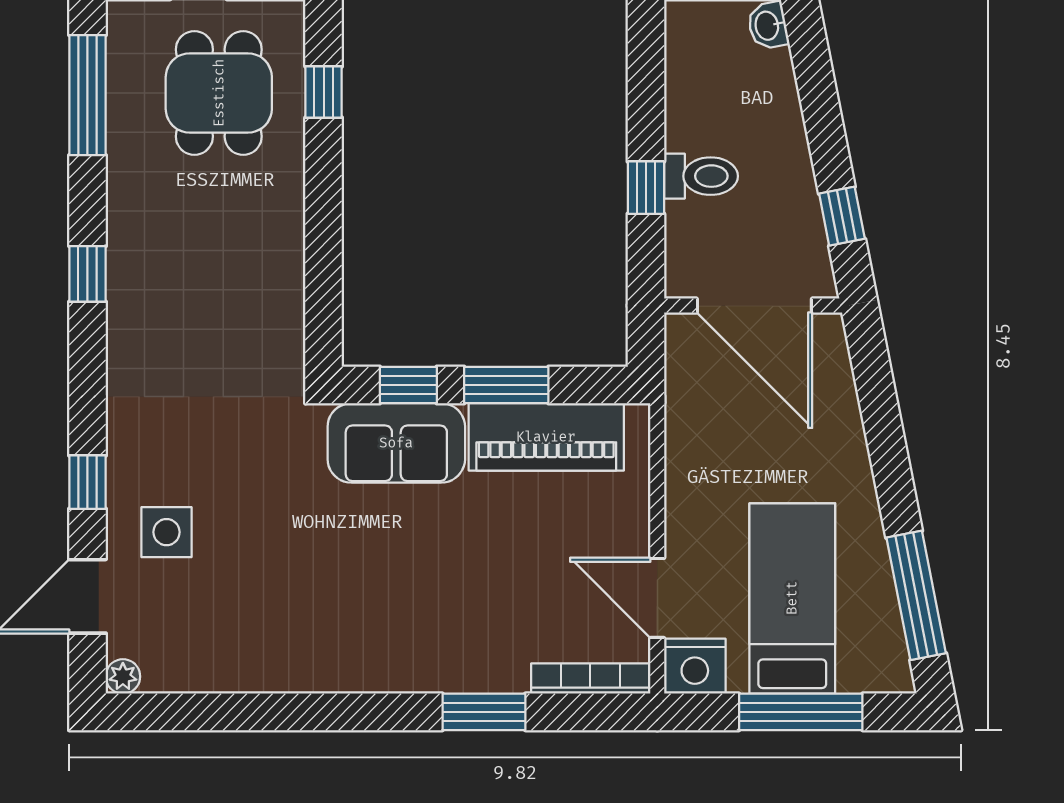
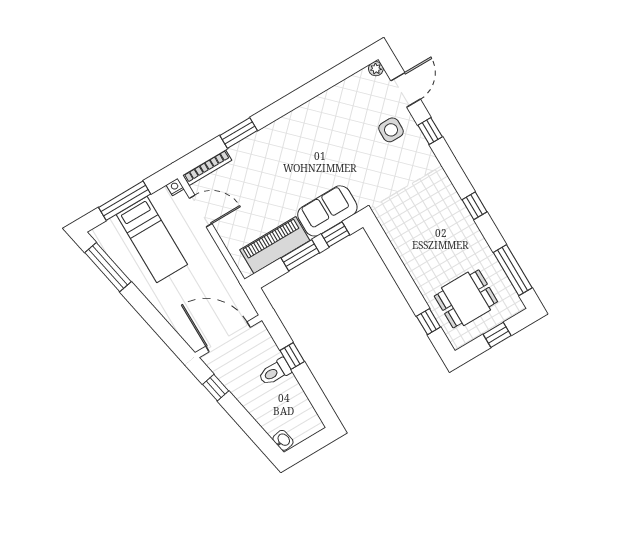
dining table: (219, 93) -> (466, 299), turned 90
nightstand: (695, 666) -> (175, 187), width x0.53, depth x0.56

